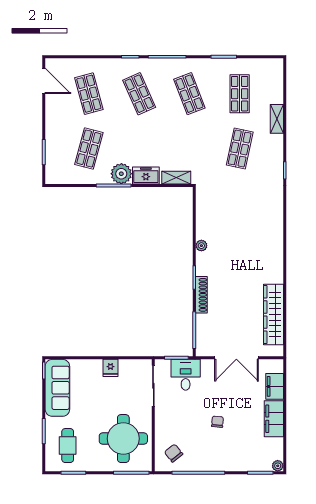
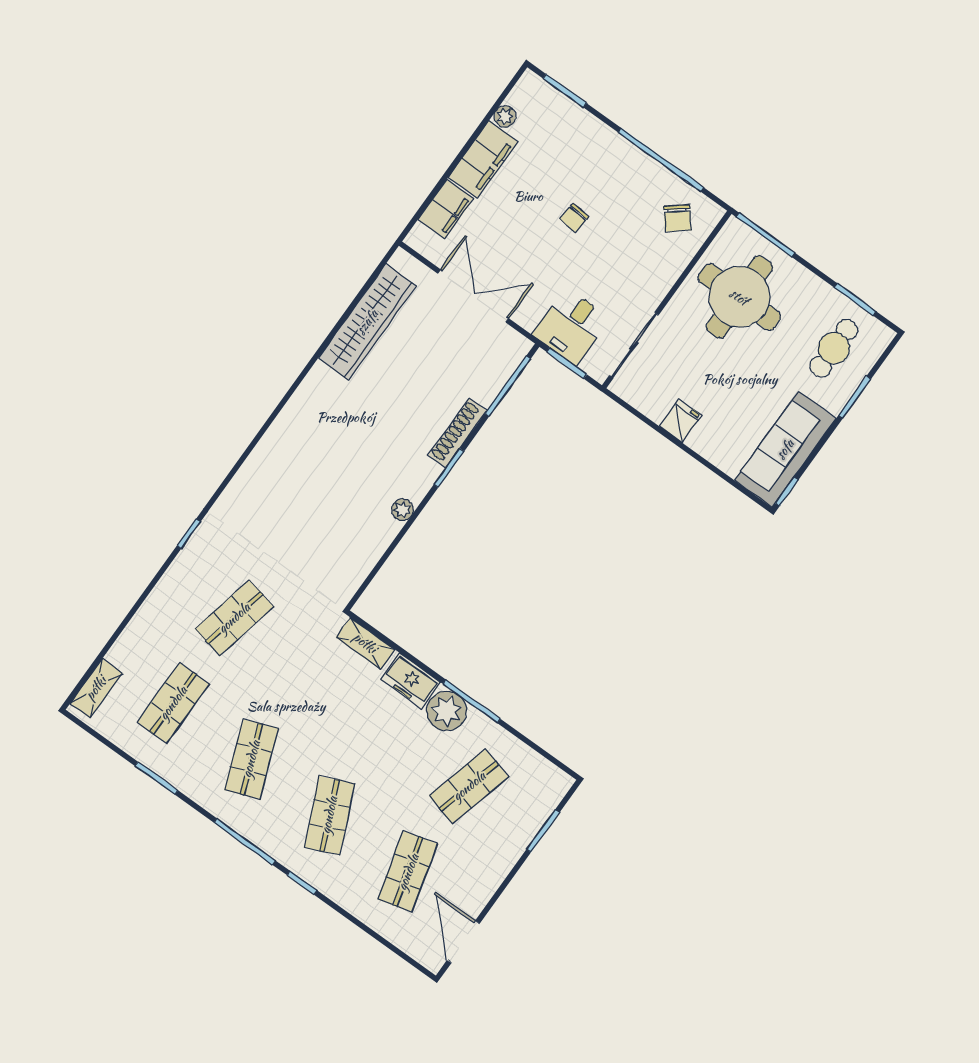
shelving: (277, 119) -> (96, 688), moved
plant: (278, 466) -> (505, 116), moved

